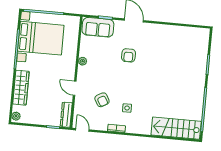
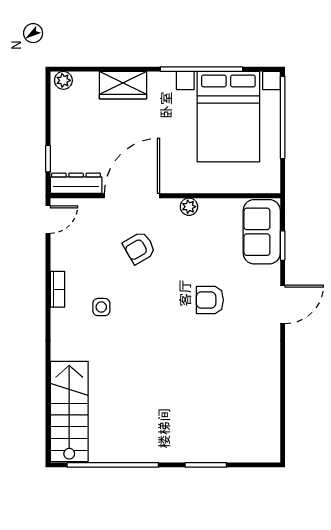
wardrobe: (21, 88) -> (123, 85), width x0.67
door: (75, 88) -> (132, 196), width x1.88
armchair: (102, 100) -> (139, 248), moved

